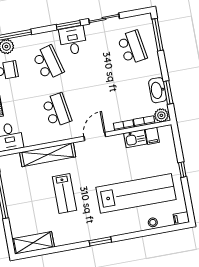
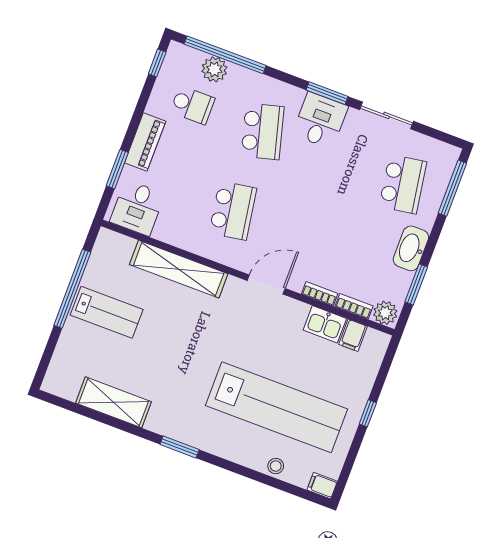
washbasin: (158, 90) -> (411, 248), moved
lab bench: (64, 193) -> (107, 312), moved, turned -90
shelving: (33, 243) -> (114, 402), moved

